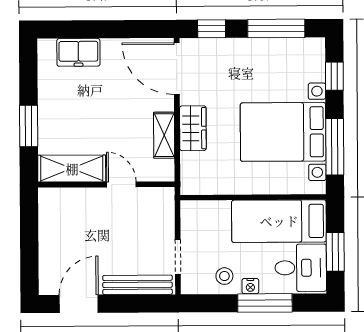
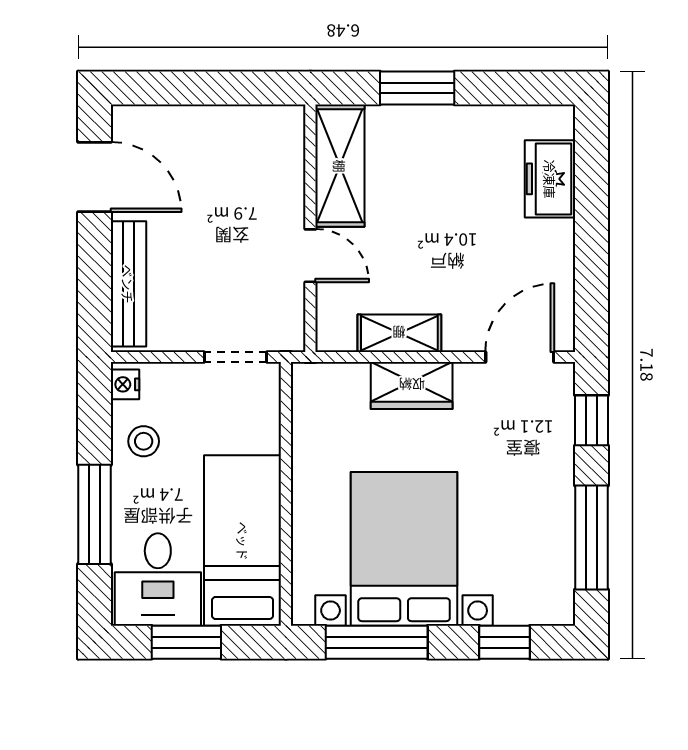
door: (177, 69) -> (520, 357), width x0.73
door: (121, 184) -> (310, 256), hinge flipped
doorway: (178, 257) -> (235, 357), moved
nightstand: (250, 286) -> (125, 384), moved

